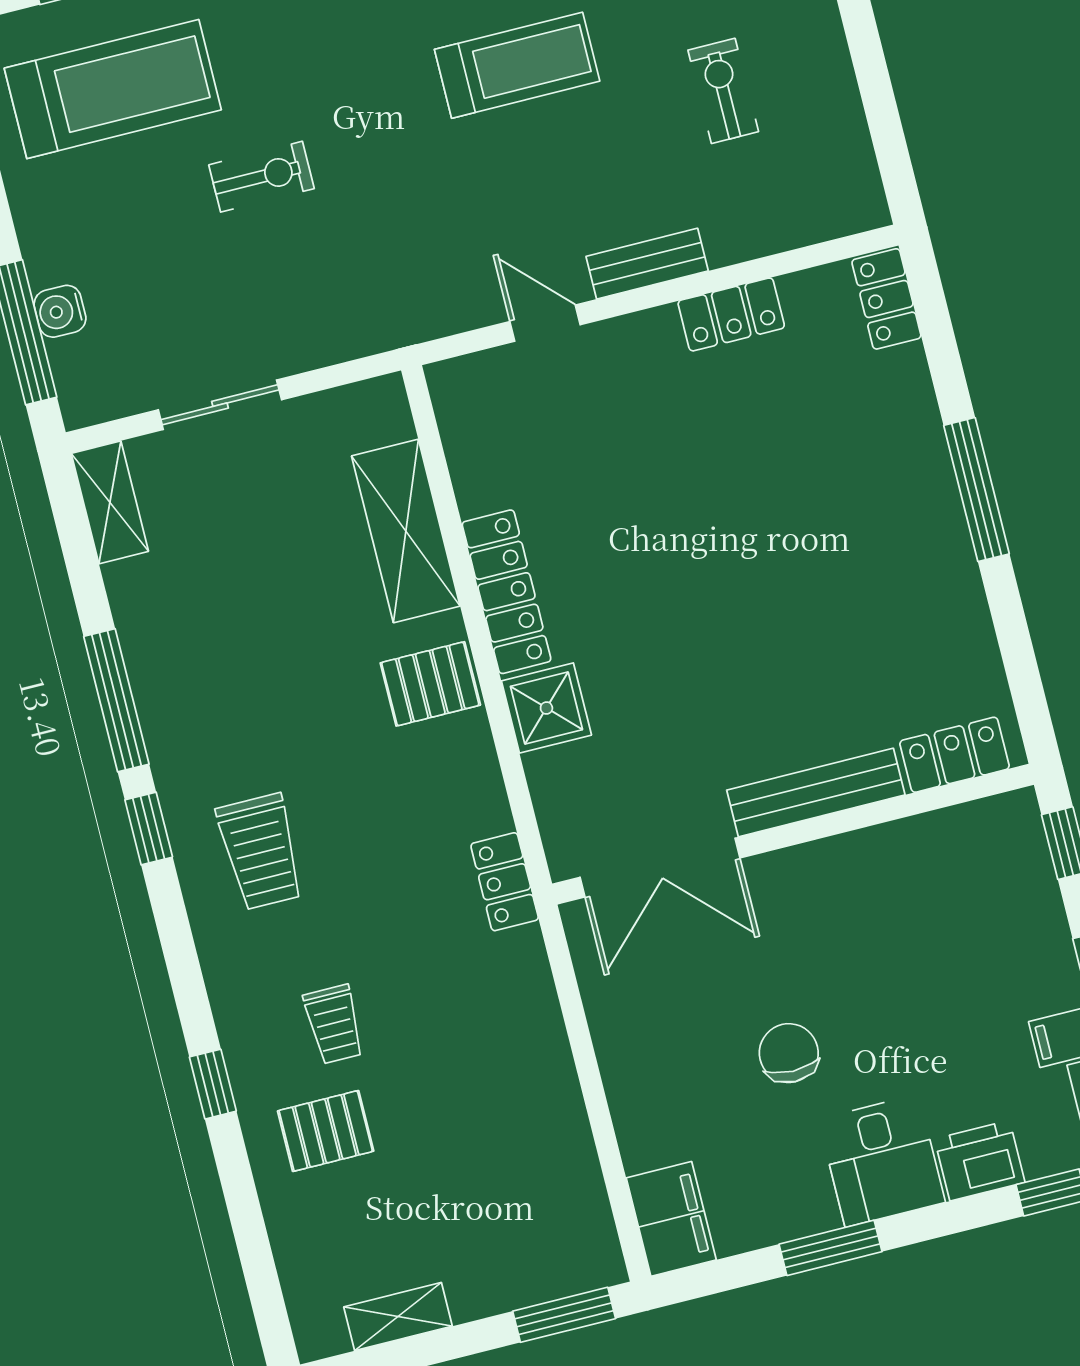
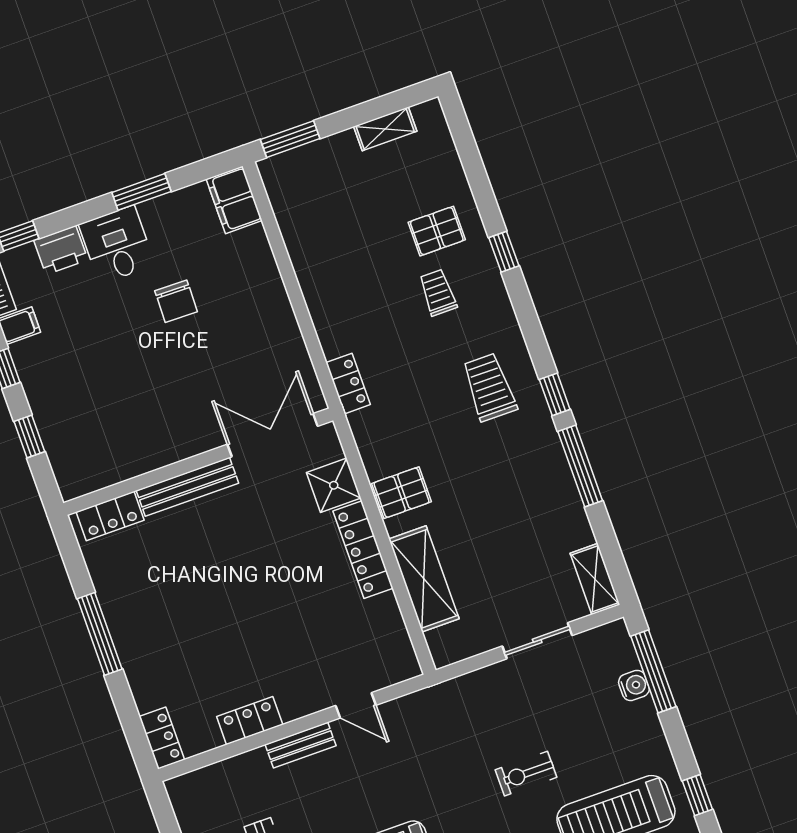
locker: (955, 755) -> (110, 516), moved
bench: (816, 793) -> (187, 487), moved
wall: (793, 834) -> (198, 462), moved
double door: (660, 868) -> (272, 435), moved

